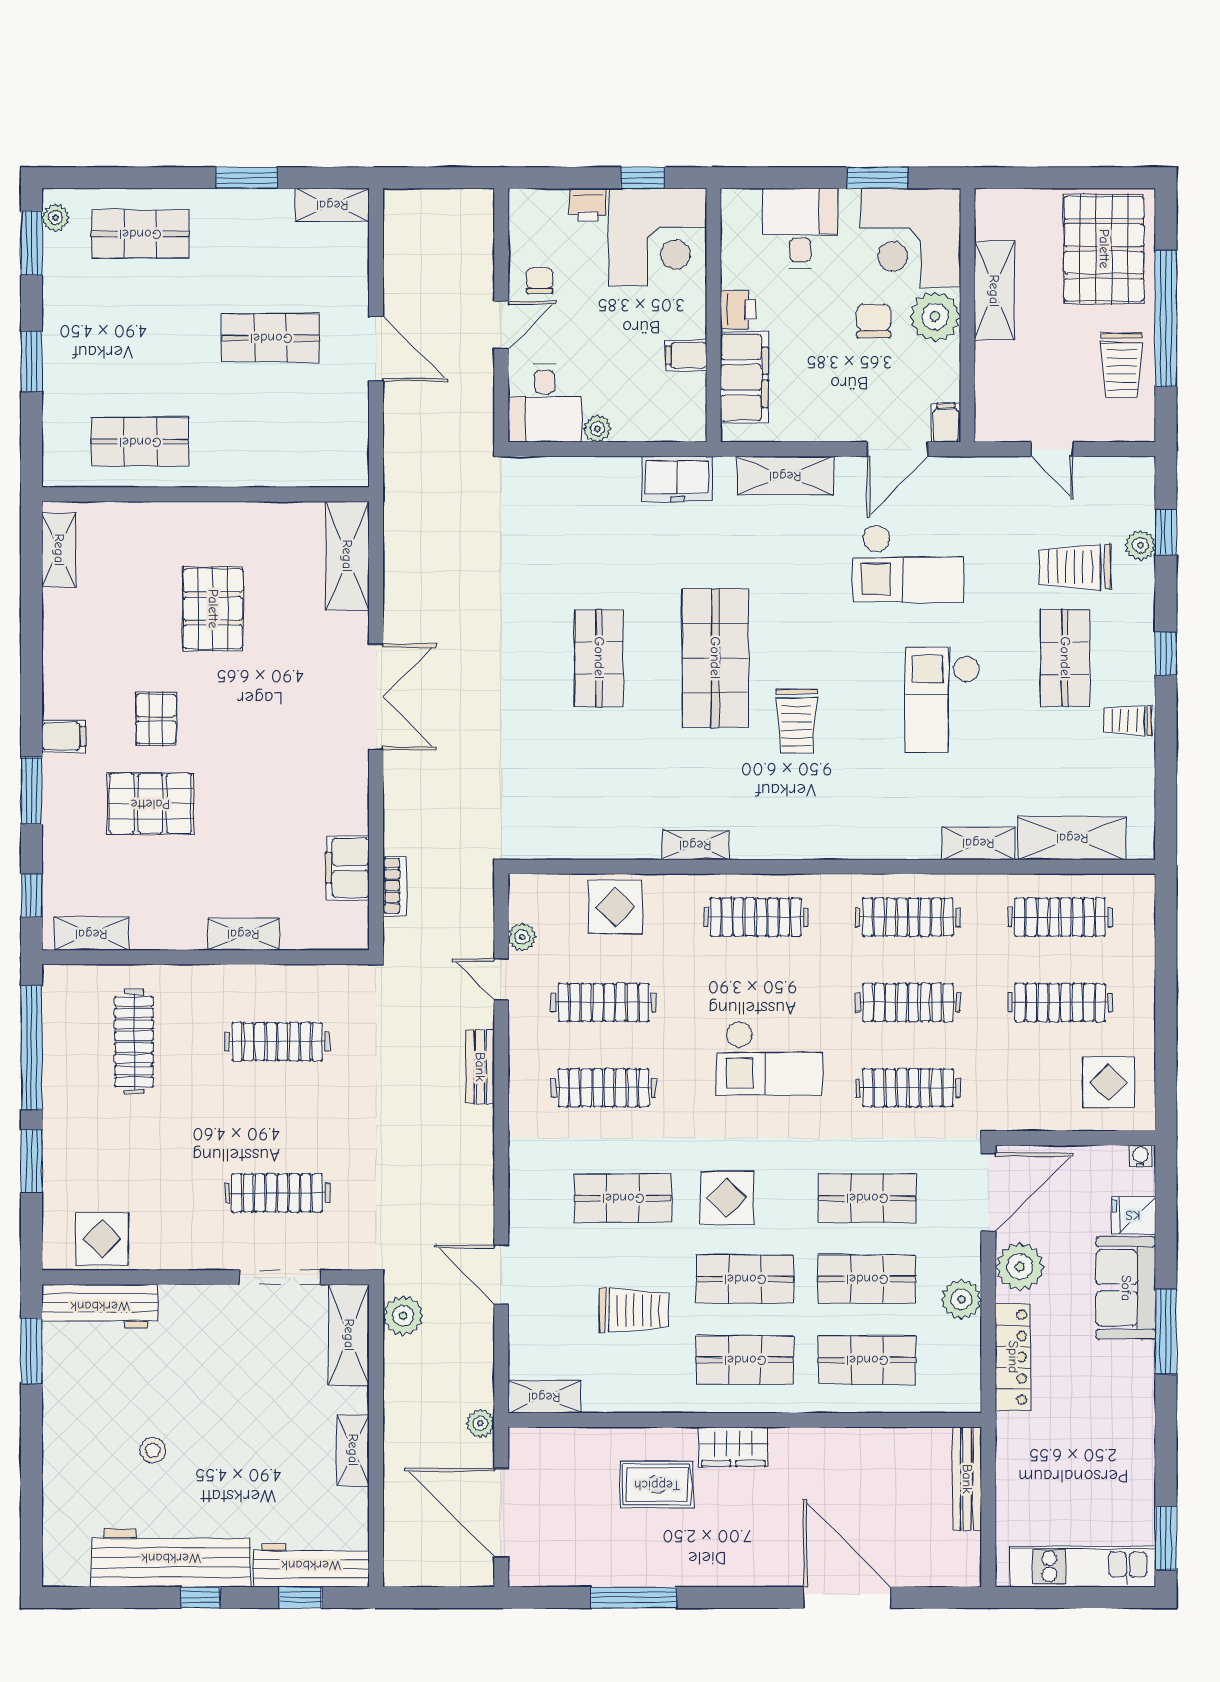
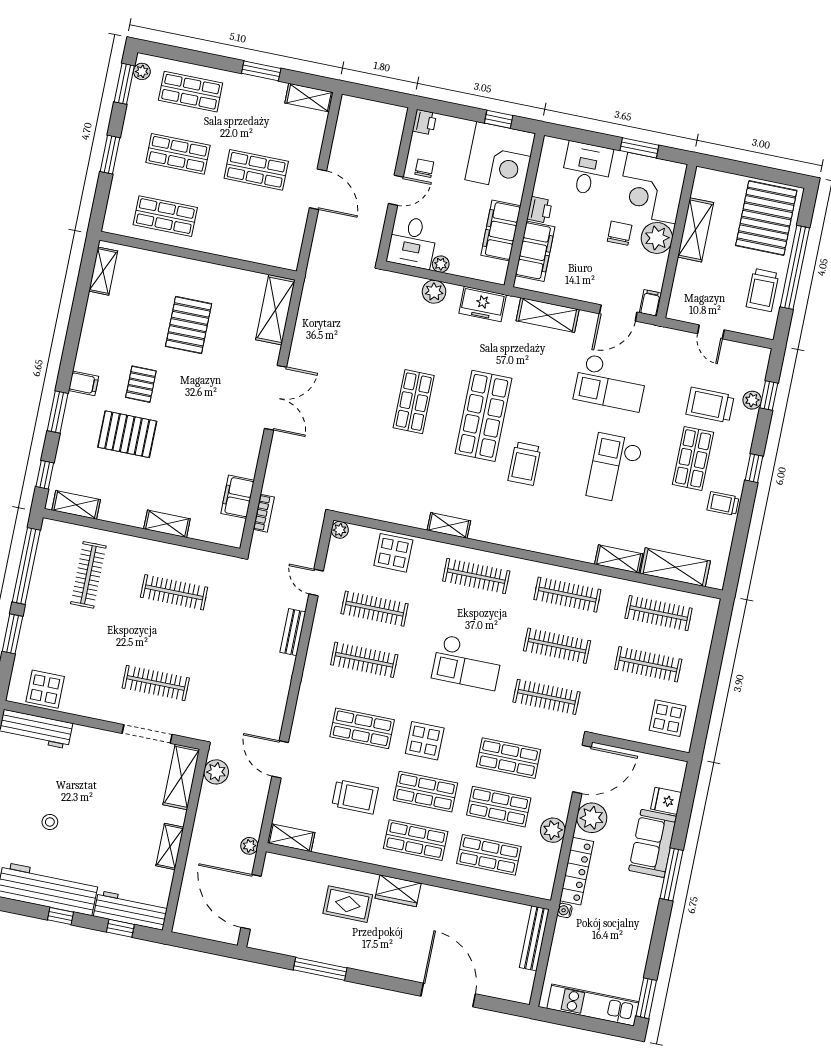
printer: (588, 205) -> (424, 122), moved, turned -90
shop shelf: (140, 338) -> (178, 154), added
filing cabinet: (686, 355) -> (501, 231), width x3.00, depth x1.17
plant: (596, 475) -> (434, 292), added
plant: (522, 937) -> (340, 530), moved
water cooler: (1140, 1156) -> (565, 910), moved, turned -90

